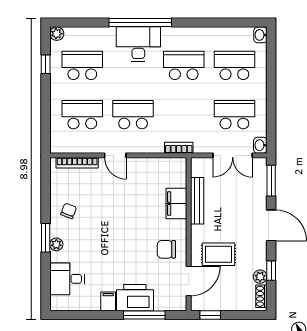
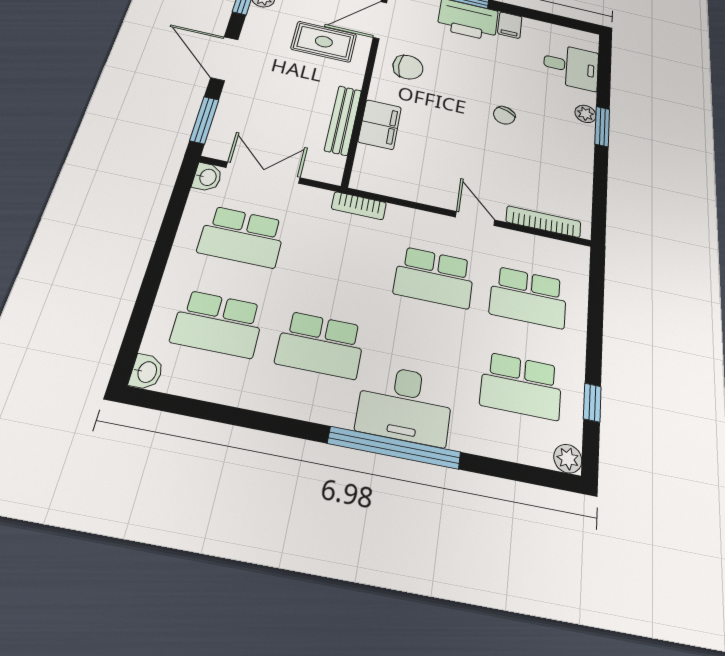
chair: (69, 211) -> (504, 115), moved

